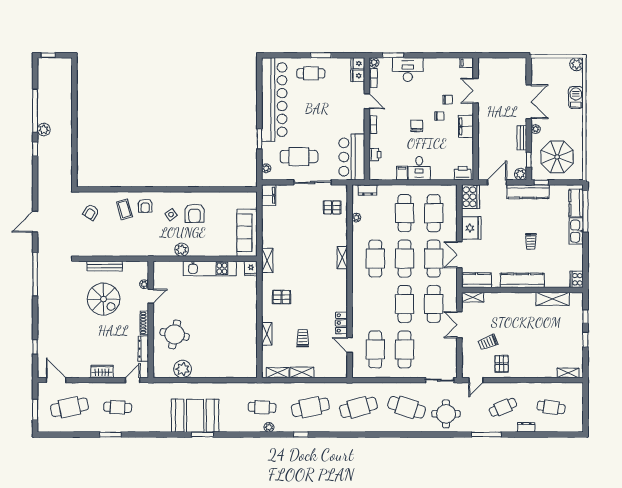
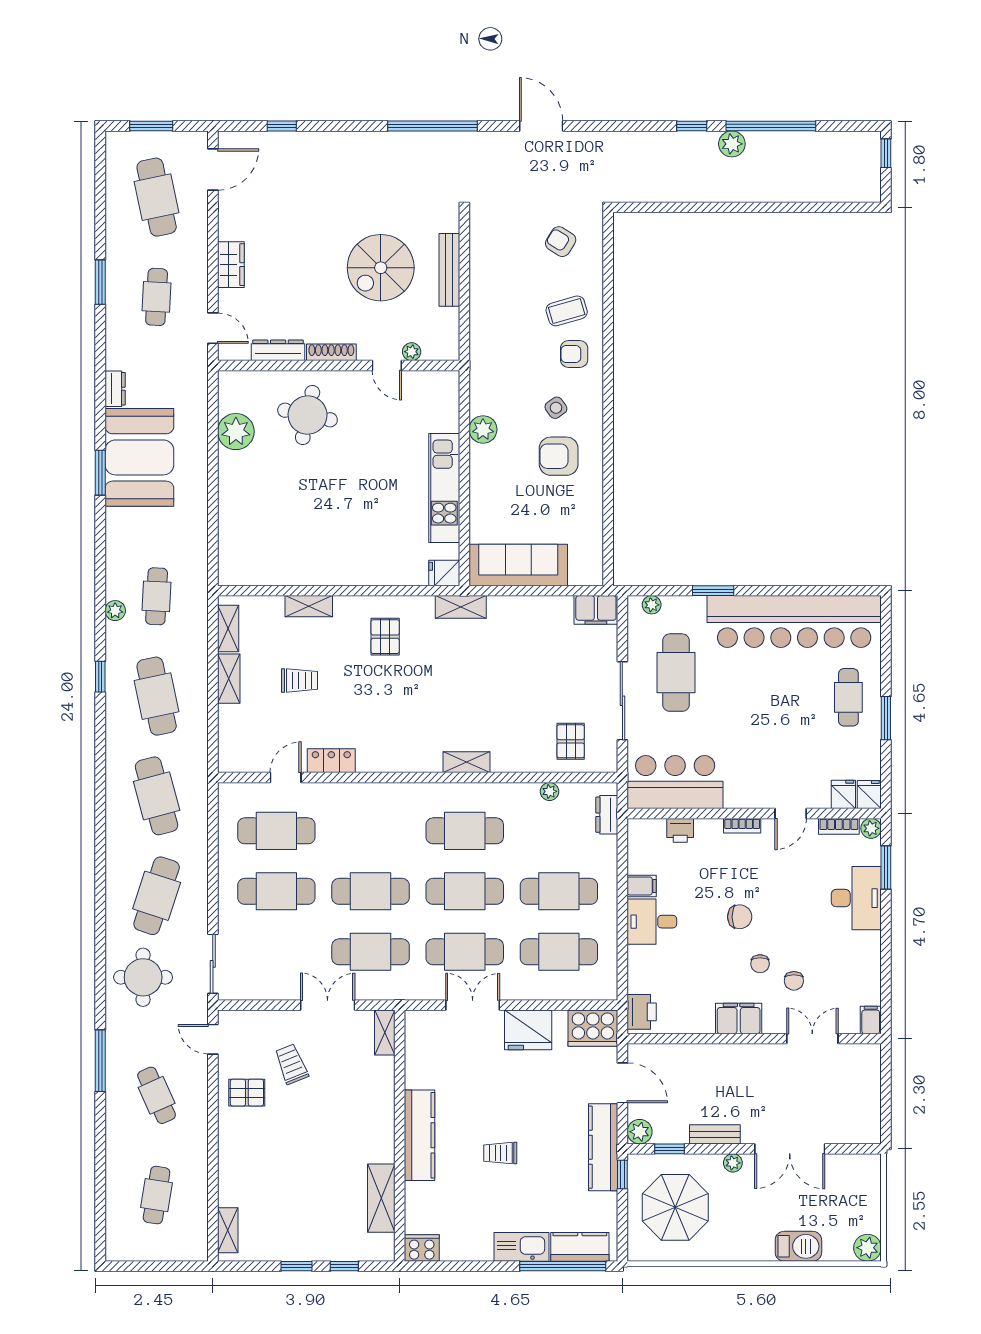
kitchen counter: (477, 280) -> (420, 1041), removed
dresser: (526, 427) -> (115, 389), moved

